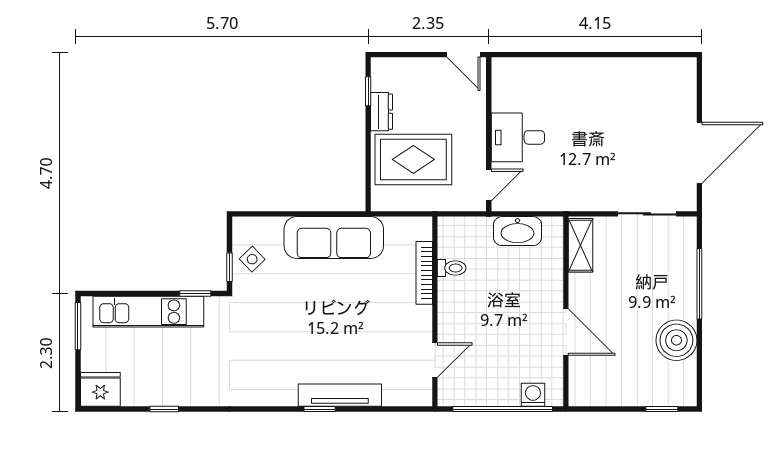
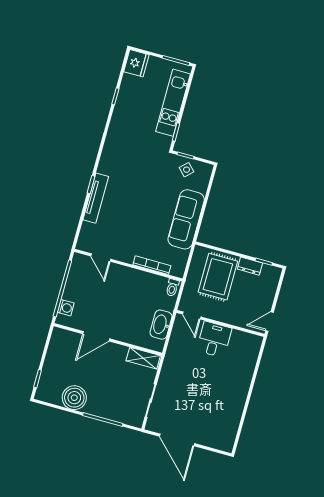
toilet: (452, 268) -> (172, 288), moved

